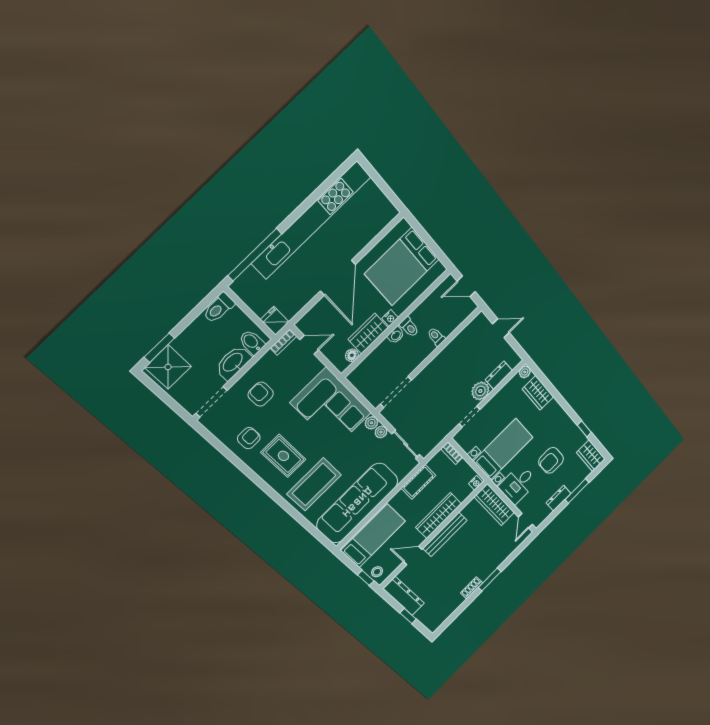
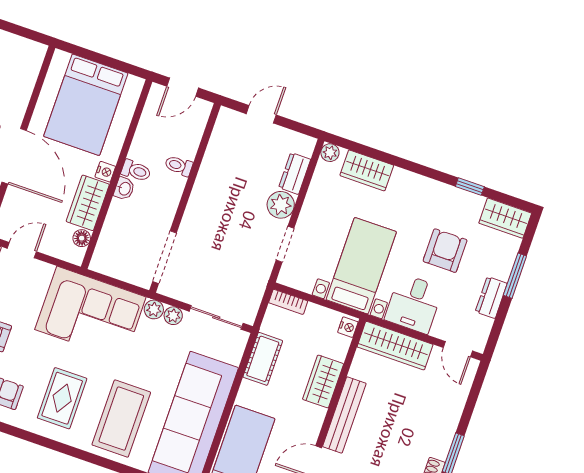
rug: (283, 456) -> (62, 398), turned 90
armchair: (551, 460) -> (445, 251), turned 180
wardrobe: (439, 516) -> (323, 381), width x0.67

